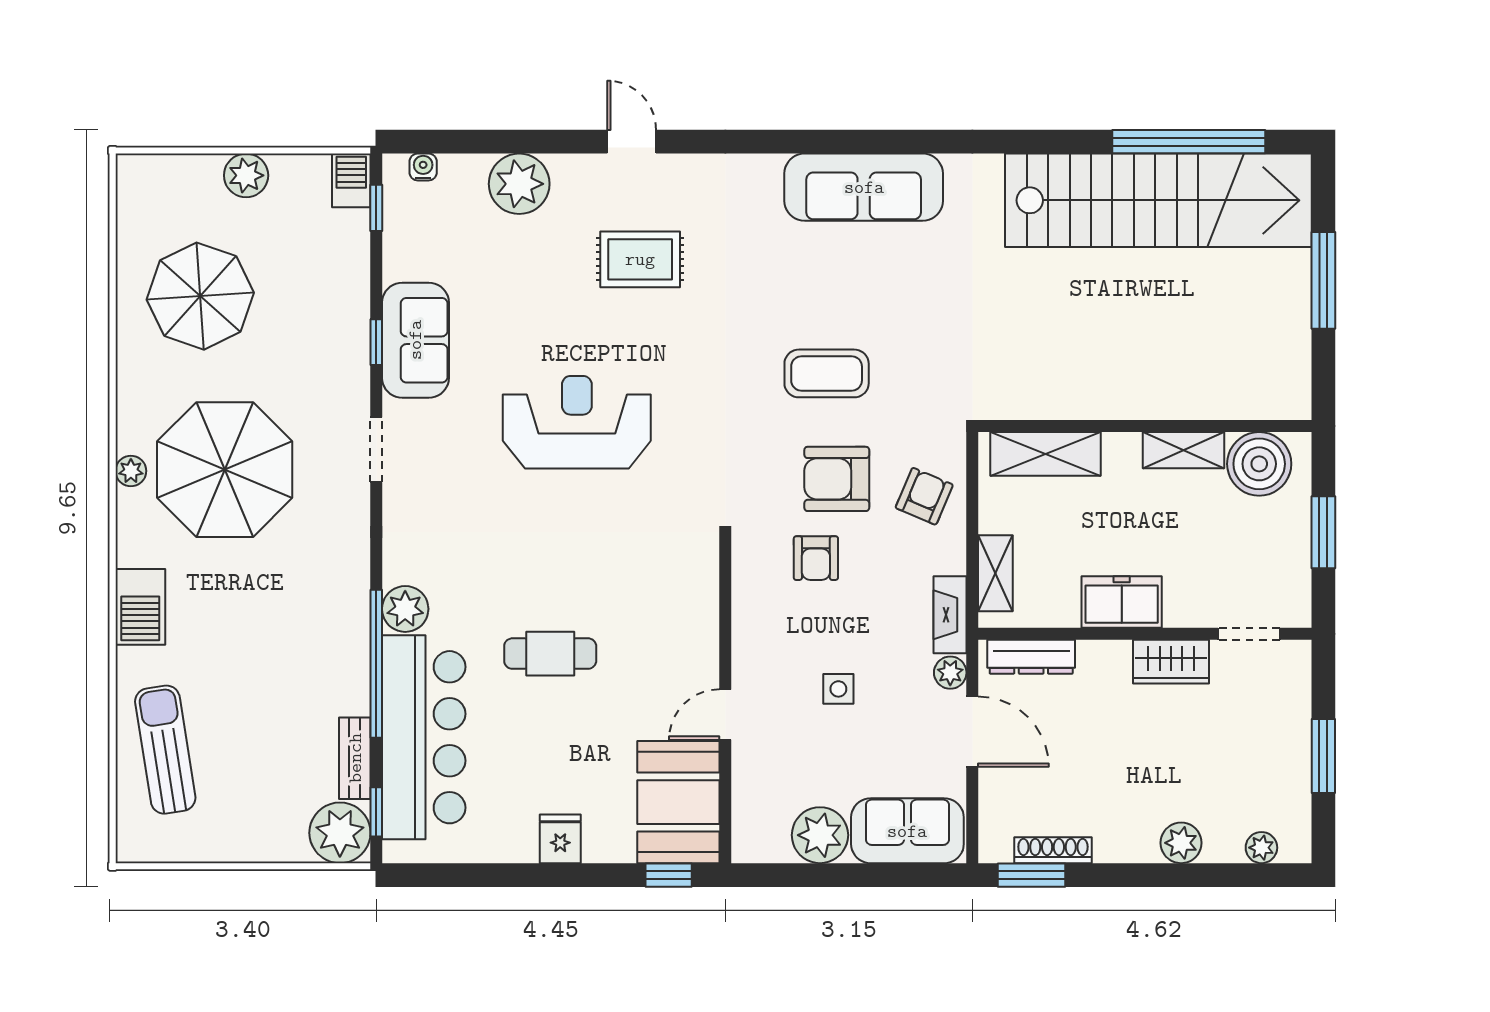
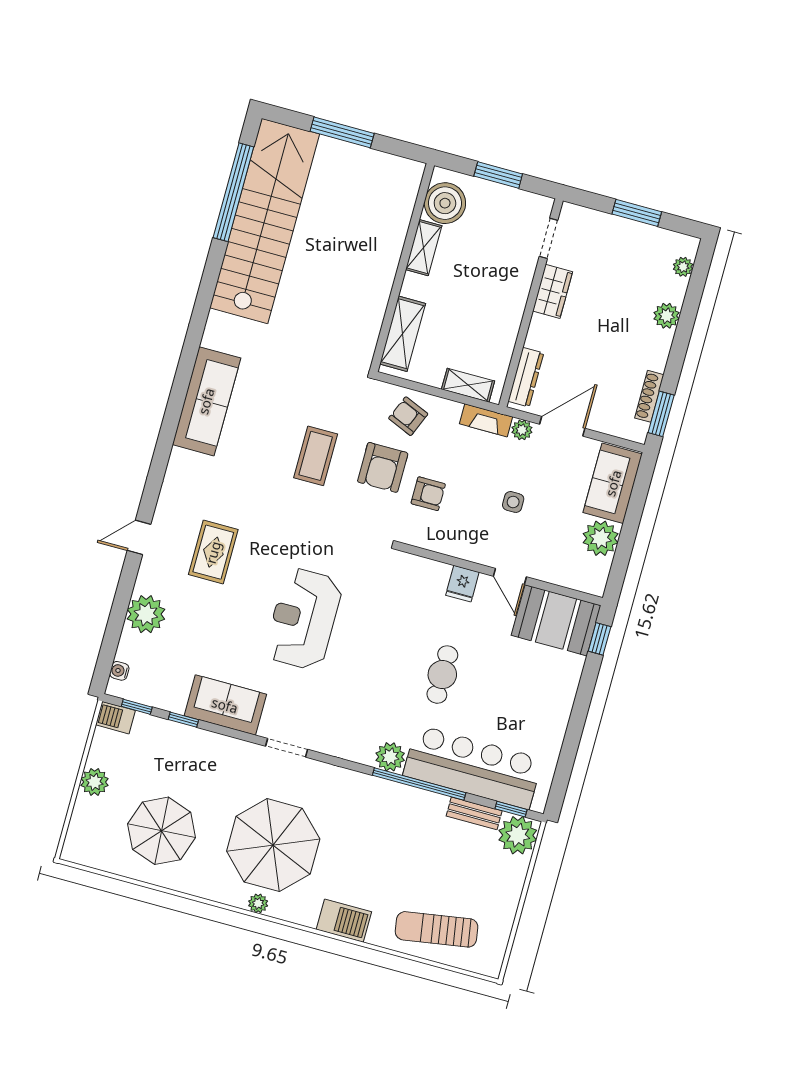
window: (376, 342) -> (183, 720), moved
freezer: (1122, 602) -> (507, 312), removed
fridge: (560, 839) -> (462, 584), moved, turned -90

